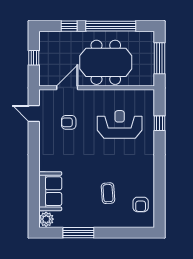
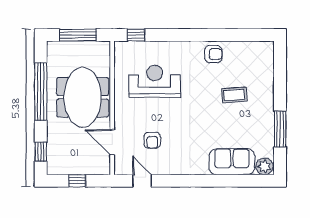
window: (69, 26) -> (41, 152), moved
door: (34, 114) -> (142, 181), swing flipped
window: (160, 123) -> (136, 35), moved
reception desk: (120, 124) -> (155, 81), turned 90
armchair: (141, 204) -> (213, 54), moved

